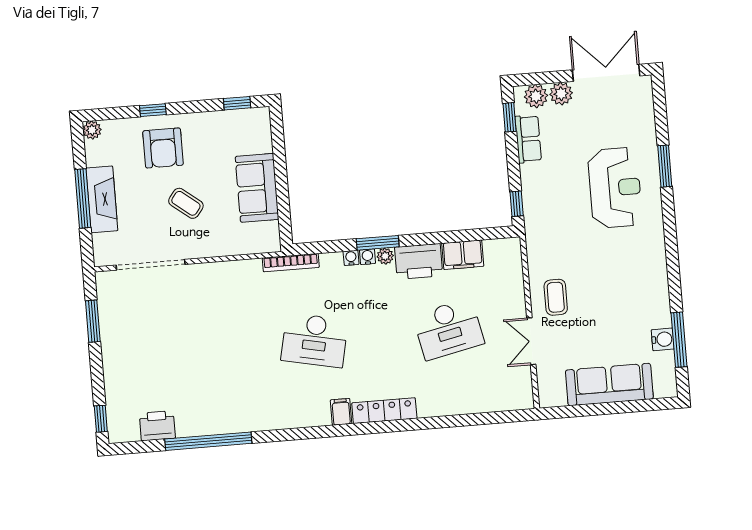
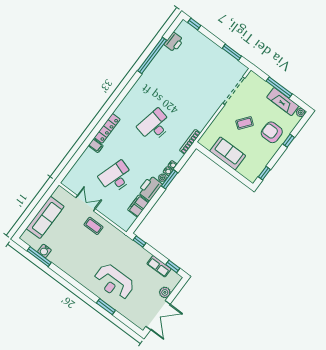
plant: (536, 96) -> (172, 283), removed
fireplace: (102, 199) -> (283, 102), moved
desk: (449, 329) -> (116, 177), turned 30
filing cabinet: (341, 412) -> (96, 146), moved

